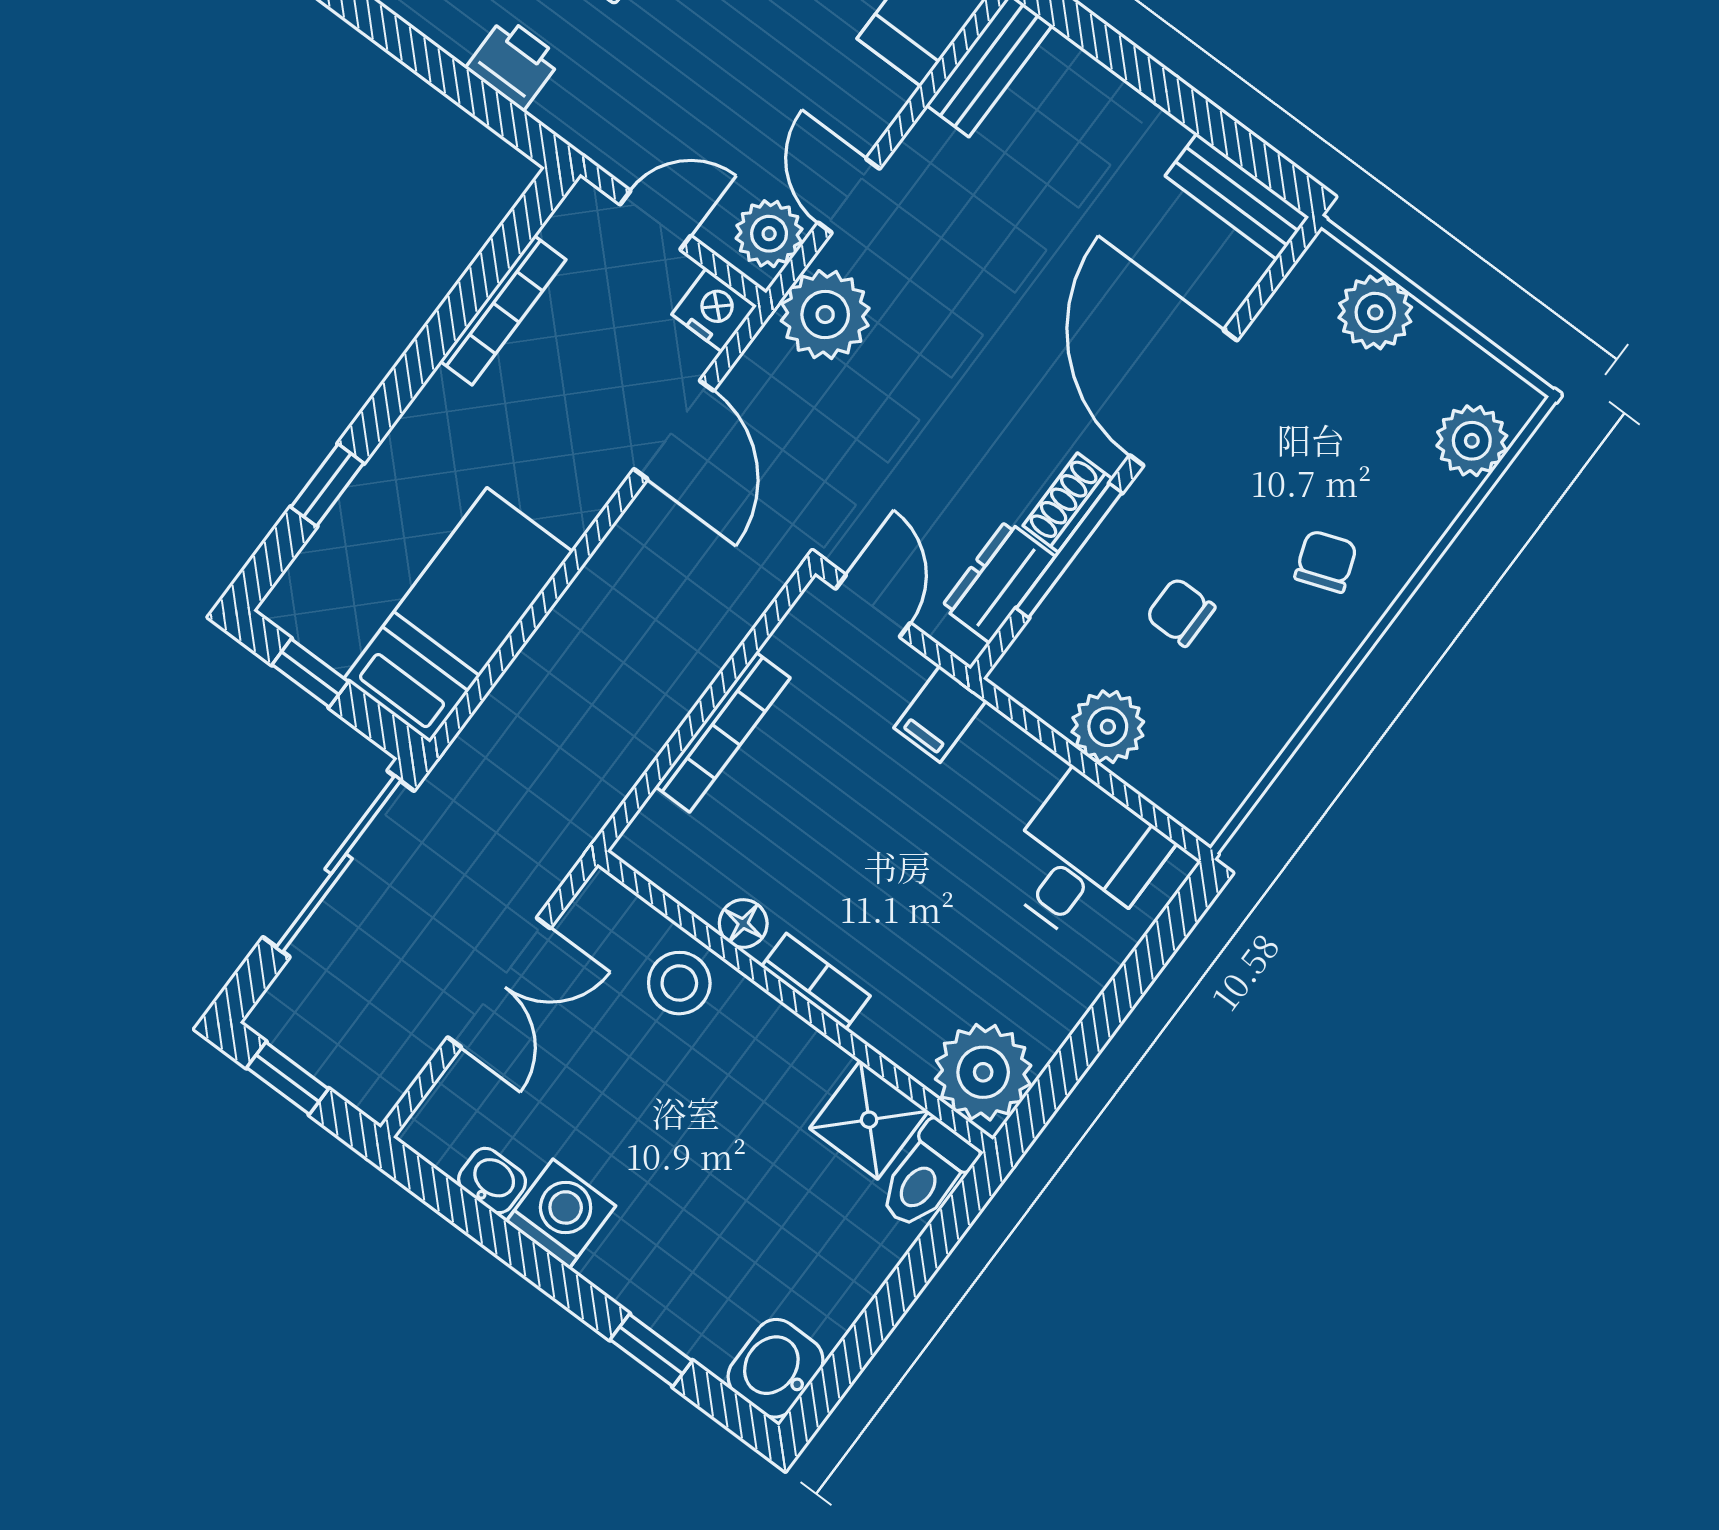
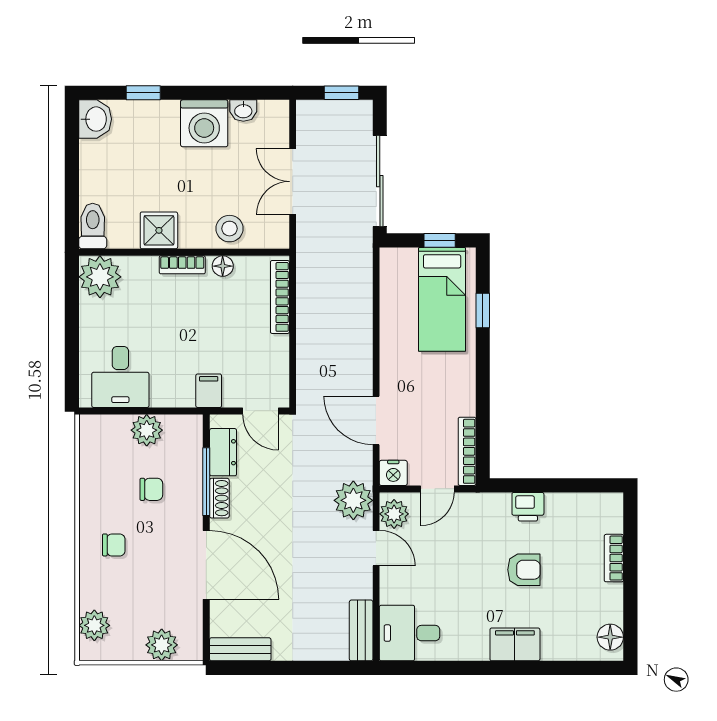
bookcase: (503, 310) -> (467, 451), moved
chair: (1326, 561) -> (114, 545), turned -70
bed: (458, 615) -> (442, 299), moved
bookcase: (723, 732) -> (280, 297), moved
shower: (869, 1120) -> (159, 230), moved
washing machine: (561, 1214) -> (204, 123), width x1.37, depth x1.37

